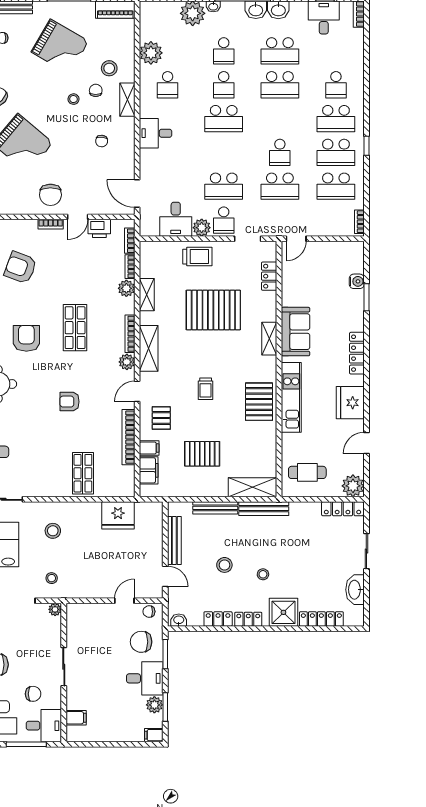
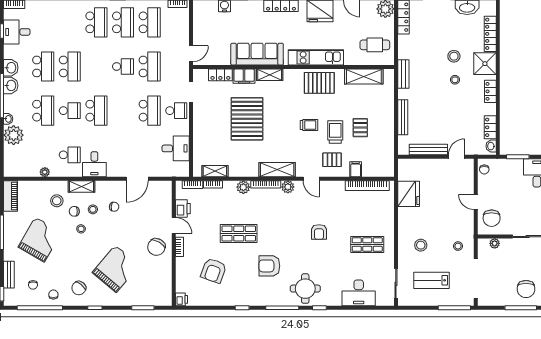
school desk: (224, 51) -> (43, 111), width x1.85
plant: (151, 53) -> (45, 172), width x0.53, depth x0.53
school desk: (336, 85) -> (70, 22), removed
stool: (98, 114) -> (93, 209), added
desk: (156, 133) -> (94, 164), moved
door: (137, 194) -> (137, 179), moved
chair: (50, 195) -> (156, 247), turned 119
plant: (202, 228) -> (182, 128), removed
door: (296, 239) -> (191, 54), hinge flipped
trolley: (197, 257) -> (335, 132), moved
plant: (126, 288) -> (243, 187), moved
shelving: (147, 295) -> (215, 171), moved
shop shelf: (75, 328) -> (239, 234), moved
sofa: (296, 332) -> (257, 54), width x1.36
bookcase: (128, 437) -> (367, 186), moved
pallet: (202, 454) -> (360, 128), width x0.67, depth x0.71
filing cabinet: (149, 470) -> (244, 76), moved, turned 180
cafe table: (307, 472) -> (375, 45), turned 90
shop shelf: (83, 473) -> (367, 245), moved
shelving: (253, 487) -> (364, 77), moved, turned 90
bench: (264, 509) -> (403, 74), width x0.73
stool: (224, 565) -> (454, 56), moved
door: (124, 601) -> (476, 202), moved
plant: (55, 609) -> (495, 243), moved
locker: (218, 619) -> (490, 127), moved
chair: (141, 642) -> (492, 218), moved

